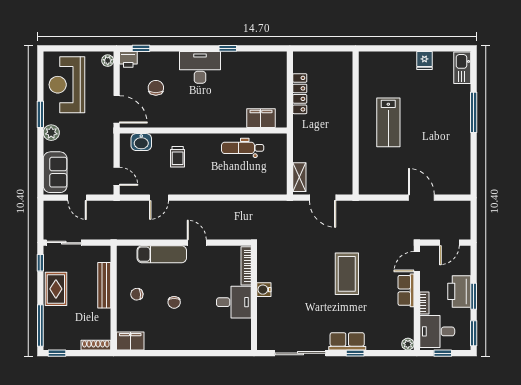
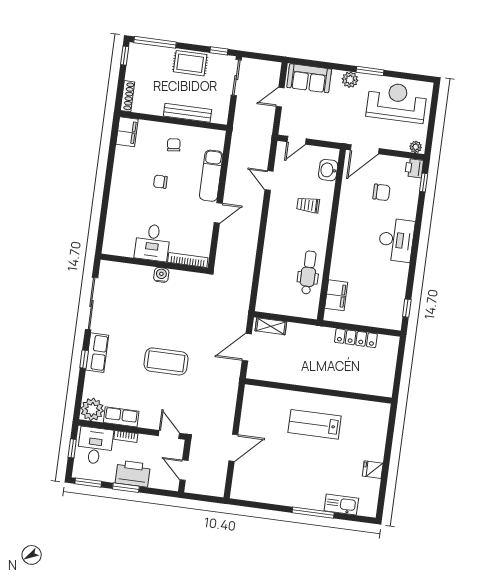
window: (228, 48) -> (407, 308), moved
kitchen sink: (462, 68) -> (341, 505), moved
row of seats: (406, 290) -> (121, 417), moved
plant: (408, 344) -> (92, 409), width x1.87, depth x1.87

